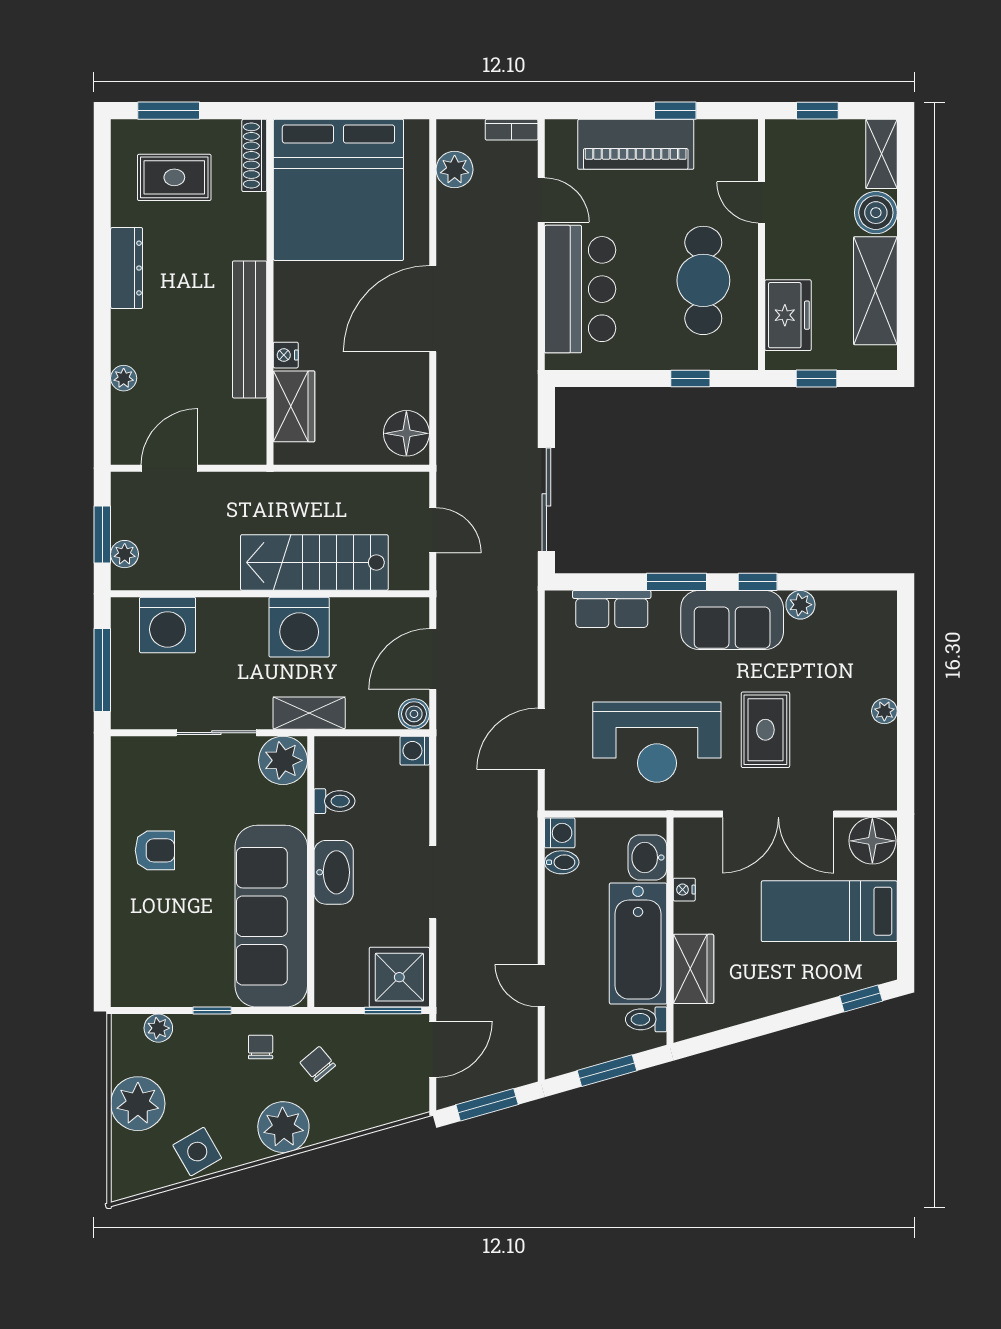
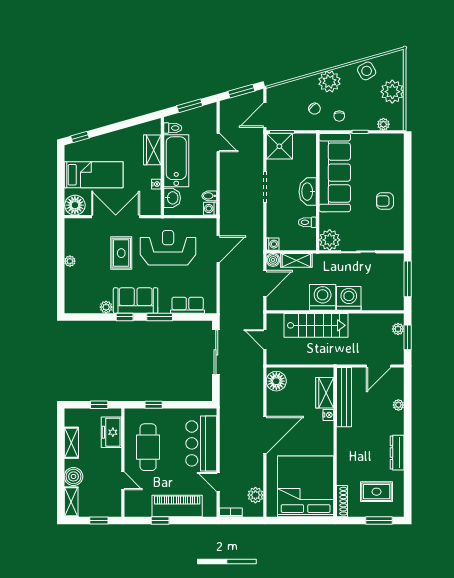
shelving: (875, 291) -> (71, 443), width x0.67, depth x0.75
bench: (250, 329) -> (344, 397), moved
washing machine: (168, 625) -> (349, 298), moved
shelving: (309, 713) -> (296, 260), moved

